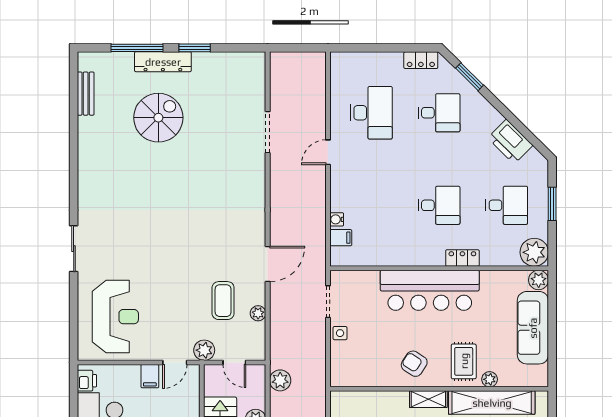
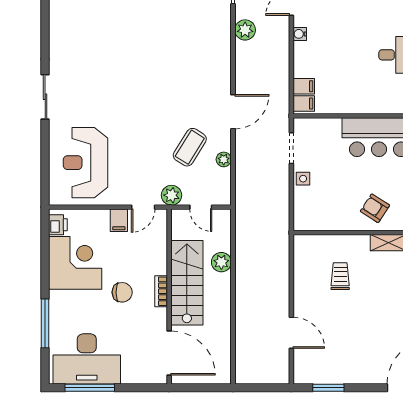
water cooler: (337, 219) -> (300, 34), moved
filing cabinet: (341, 256) -> (304, 104), added
coffee table: (223, 301) -> (190, 147), turned 32
reception desk: (115, 317) -> (85, 163), turned 180
plant: (280, 380) -> (245, 30), moved

